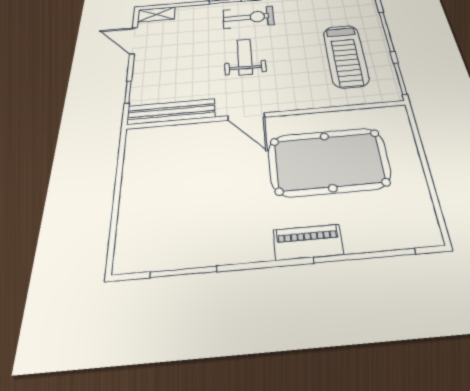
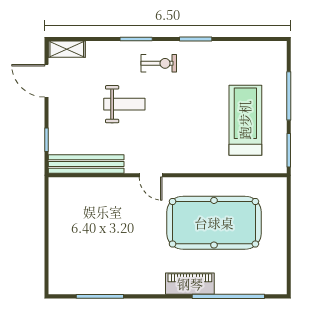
exercise bike: (248, 17) -> (159, 63), width x0.73, depth x0.72
treadmill: (346, 56) -> (245, 120), turned 180
weight bench: (245, 57) -> (124, 104), moved, turned 90
door: (246, 117) -> (151, 175), width x0.73

